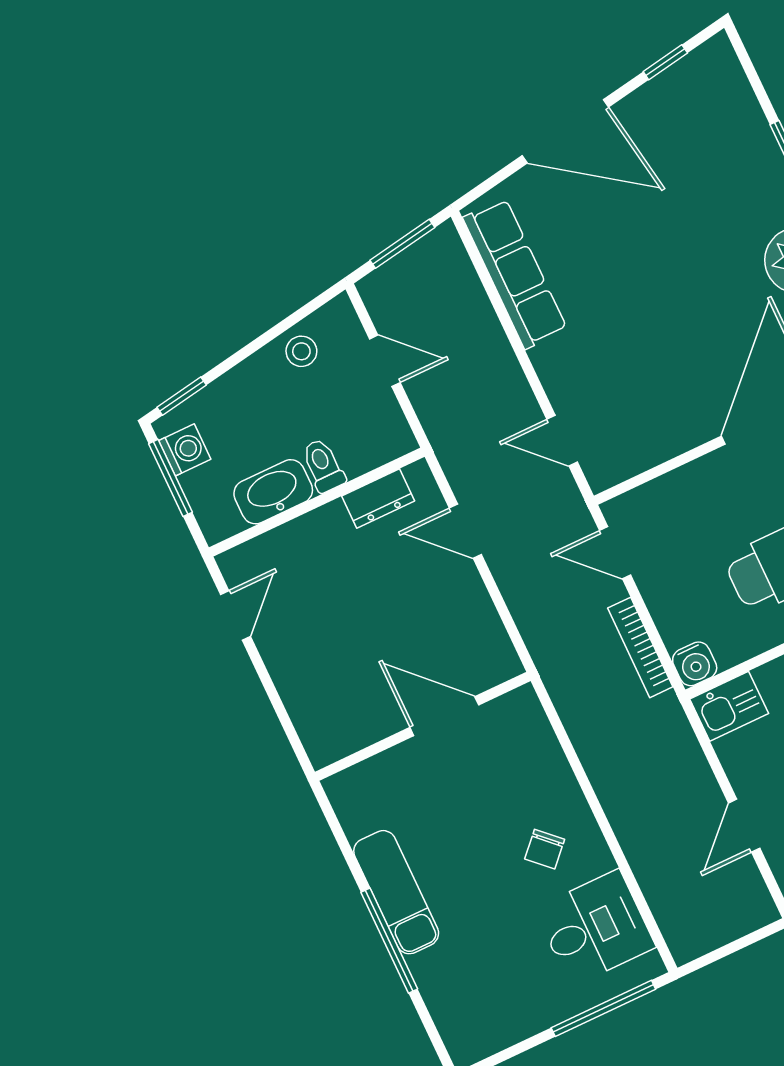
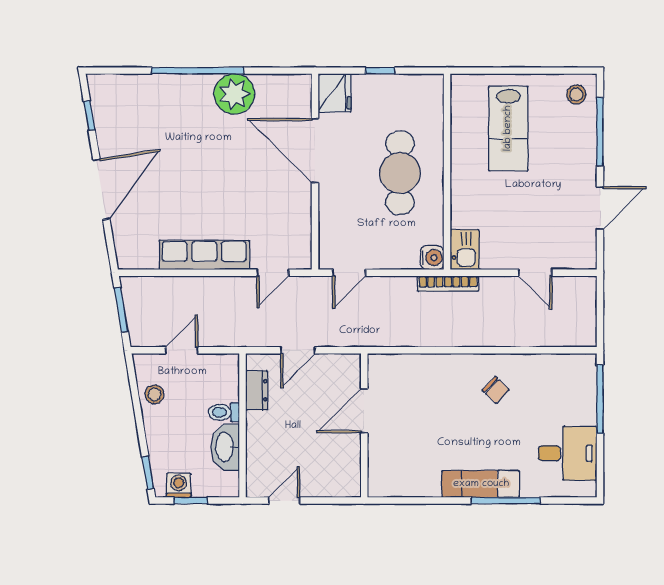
row of seats: (515, 273) -> (204, 255), moved
window: (171, 478) -> (191, 501), width x0.67
door: (235, 615) -> (284, 501), hinge flipped
bookcase: (640, 647) -> (448, 284), moved
door: (444, 716) -> (364, 411), moved
wall: (423, 726) -> (364, 425), moved
desk: (595, 928) -> (568, 453), moved, turned 90

